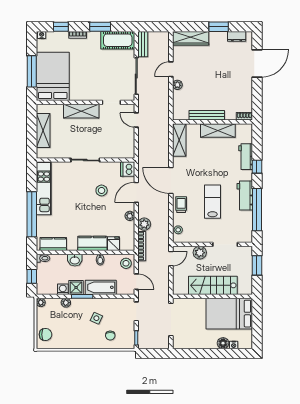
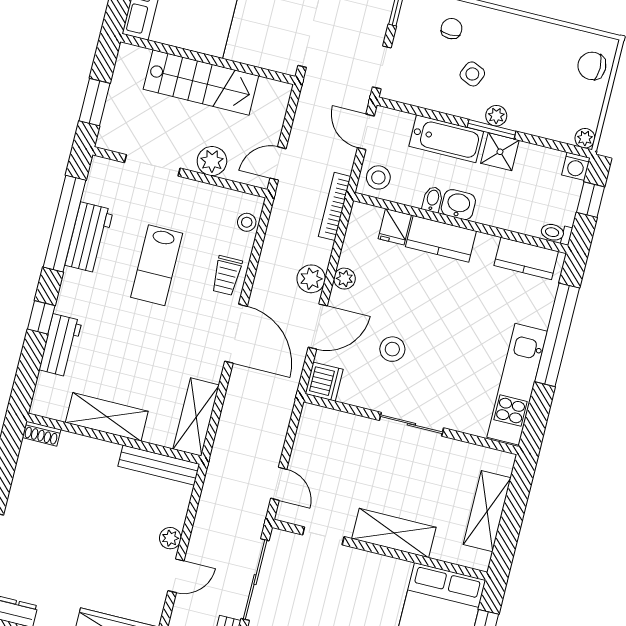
bench: (207, 115) -> (159, 465), moved
workbench: (245, 196) -> (89, 237), moved
plant: (144, 224) -> (311, 279), moved
washbasin: (75, 260) -> (458, 205), moved
washing machine: (63, 289) -> (576, 166), moved
plant: (66, 303) -> (496, 116), moved

